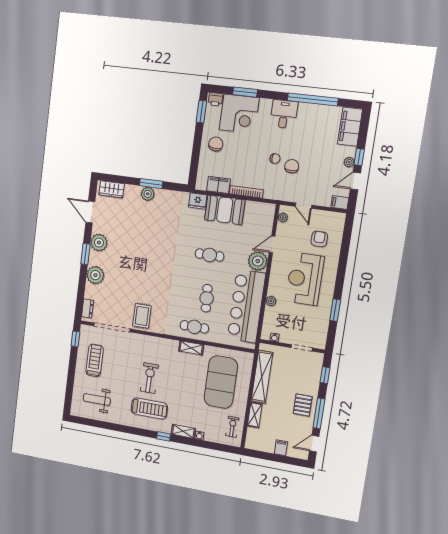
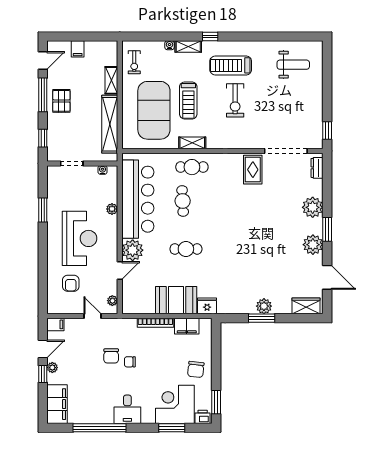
treadmill: (95, 360) -> (188, 100), moved

